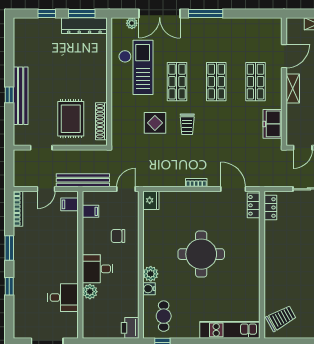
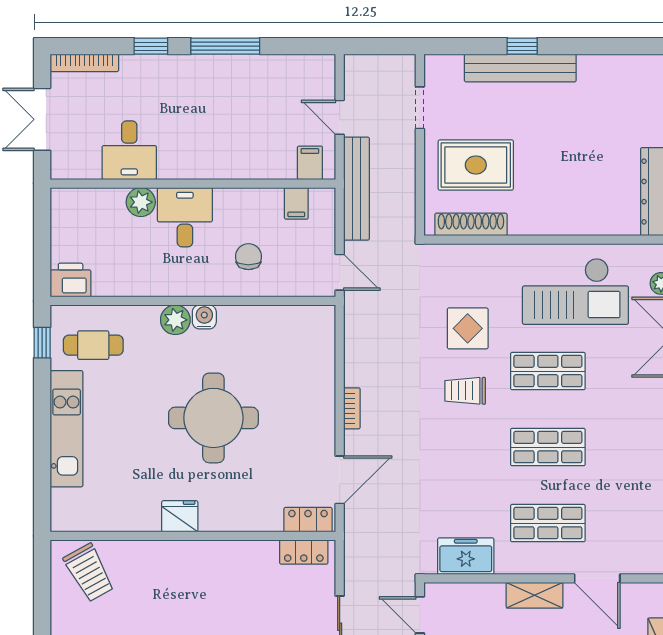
fridge: (151, 200) -> (180, 516), moved, turned 180
bookcase: (18, 209) -> (84, 63), moved
window: (9, 248) -> (225, 46), width x1.44
water cooler: (149, 289) -> (204, 317), moved
kitchen unit: (230, 330) -> (67, 429), moved

